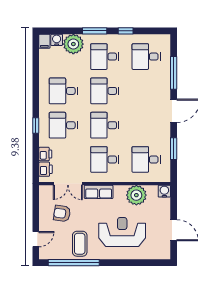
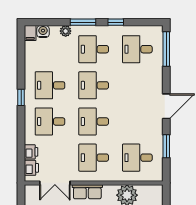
plant: (73, 44) -> (66, 31), width x0.53, depth x0.53
window: (174, 73) -> (166, 49), moved
window: (36, 126) -> (21, 97), moved
water cooler: (164, 191) -> (157, 191), removed

